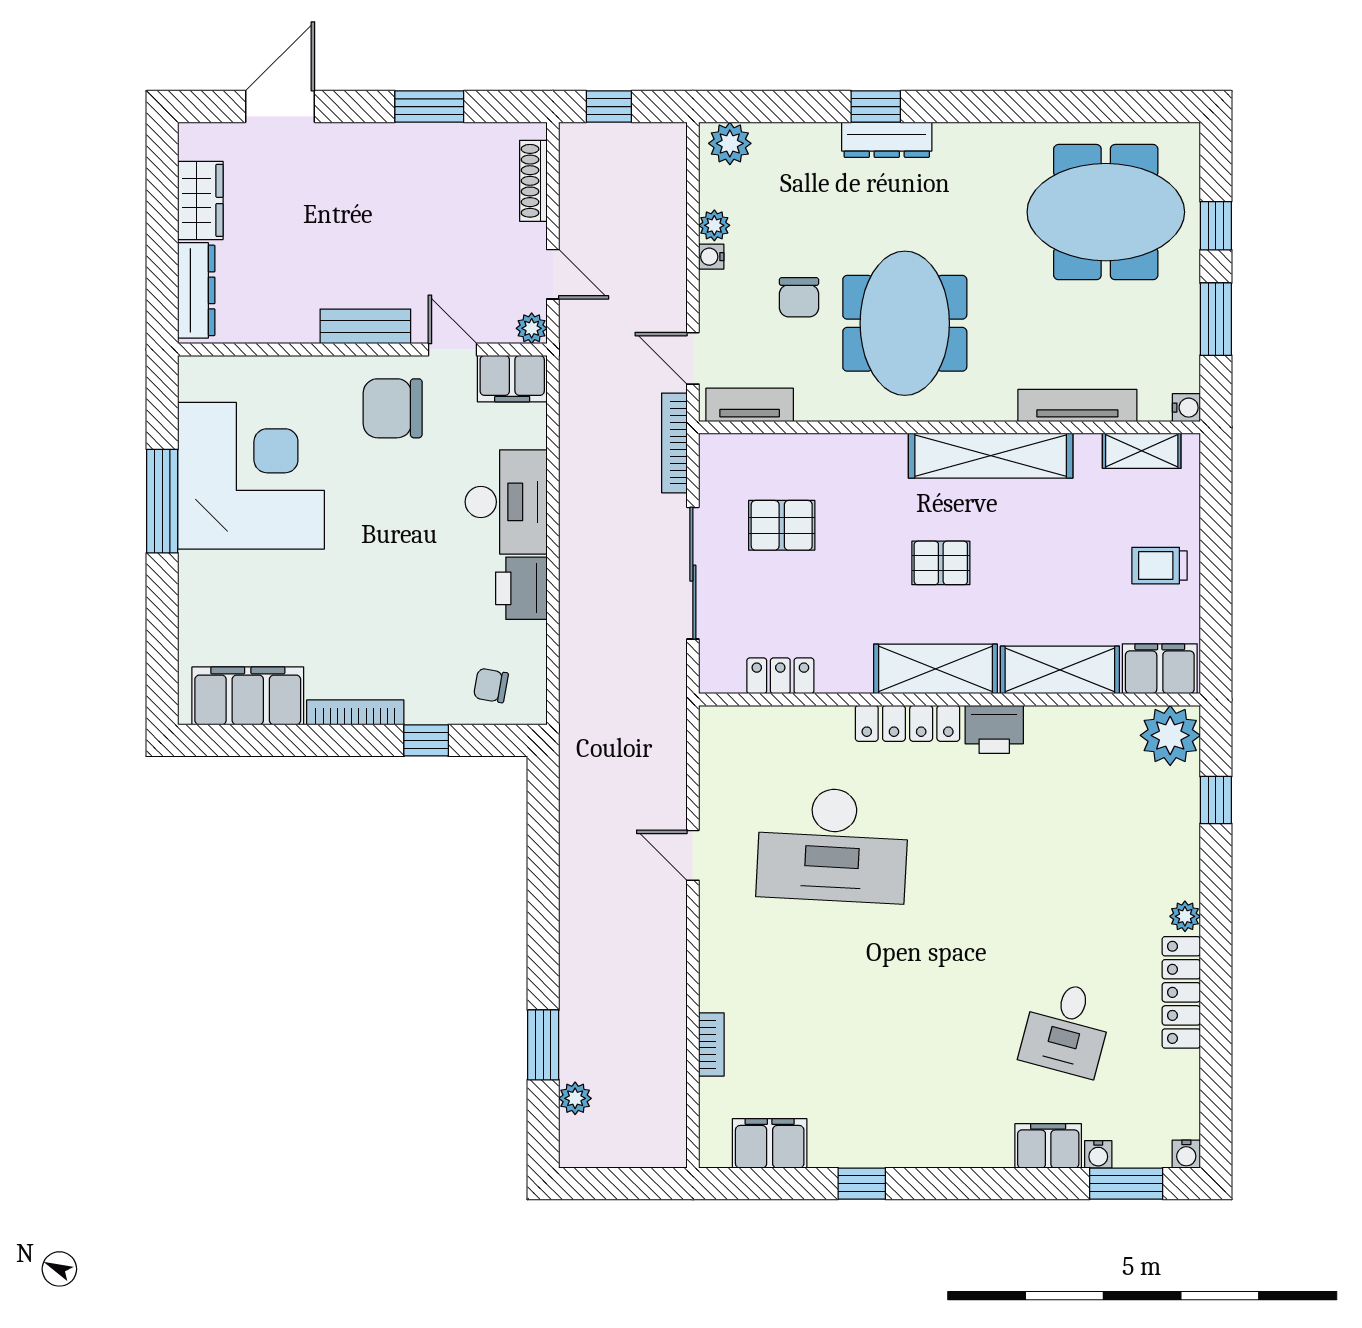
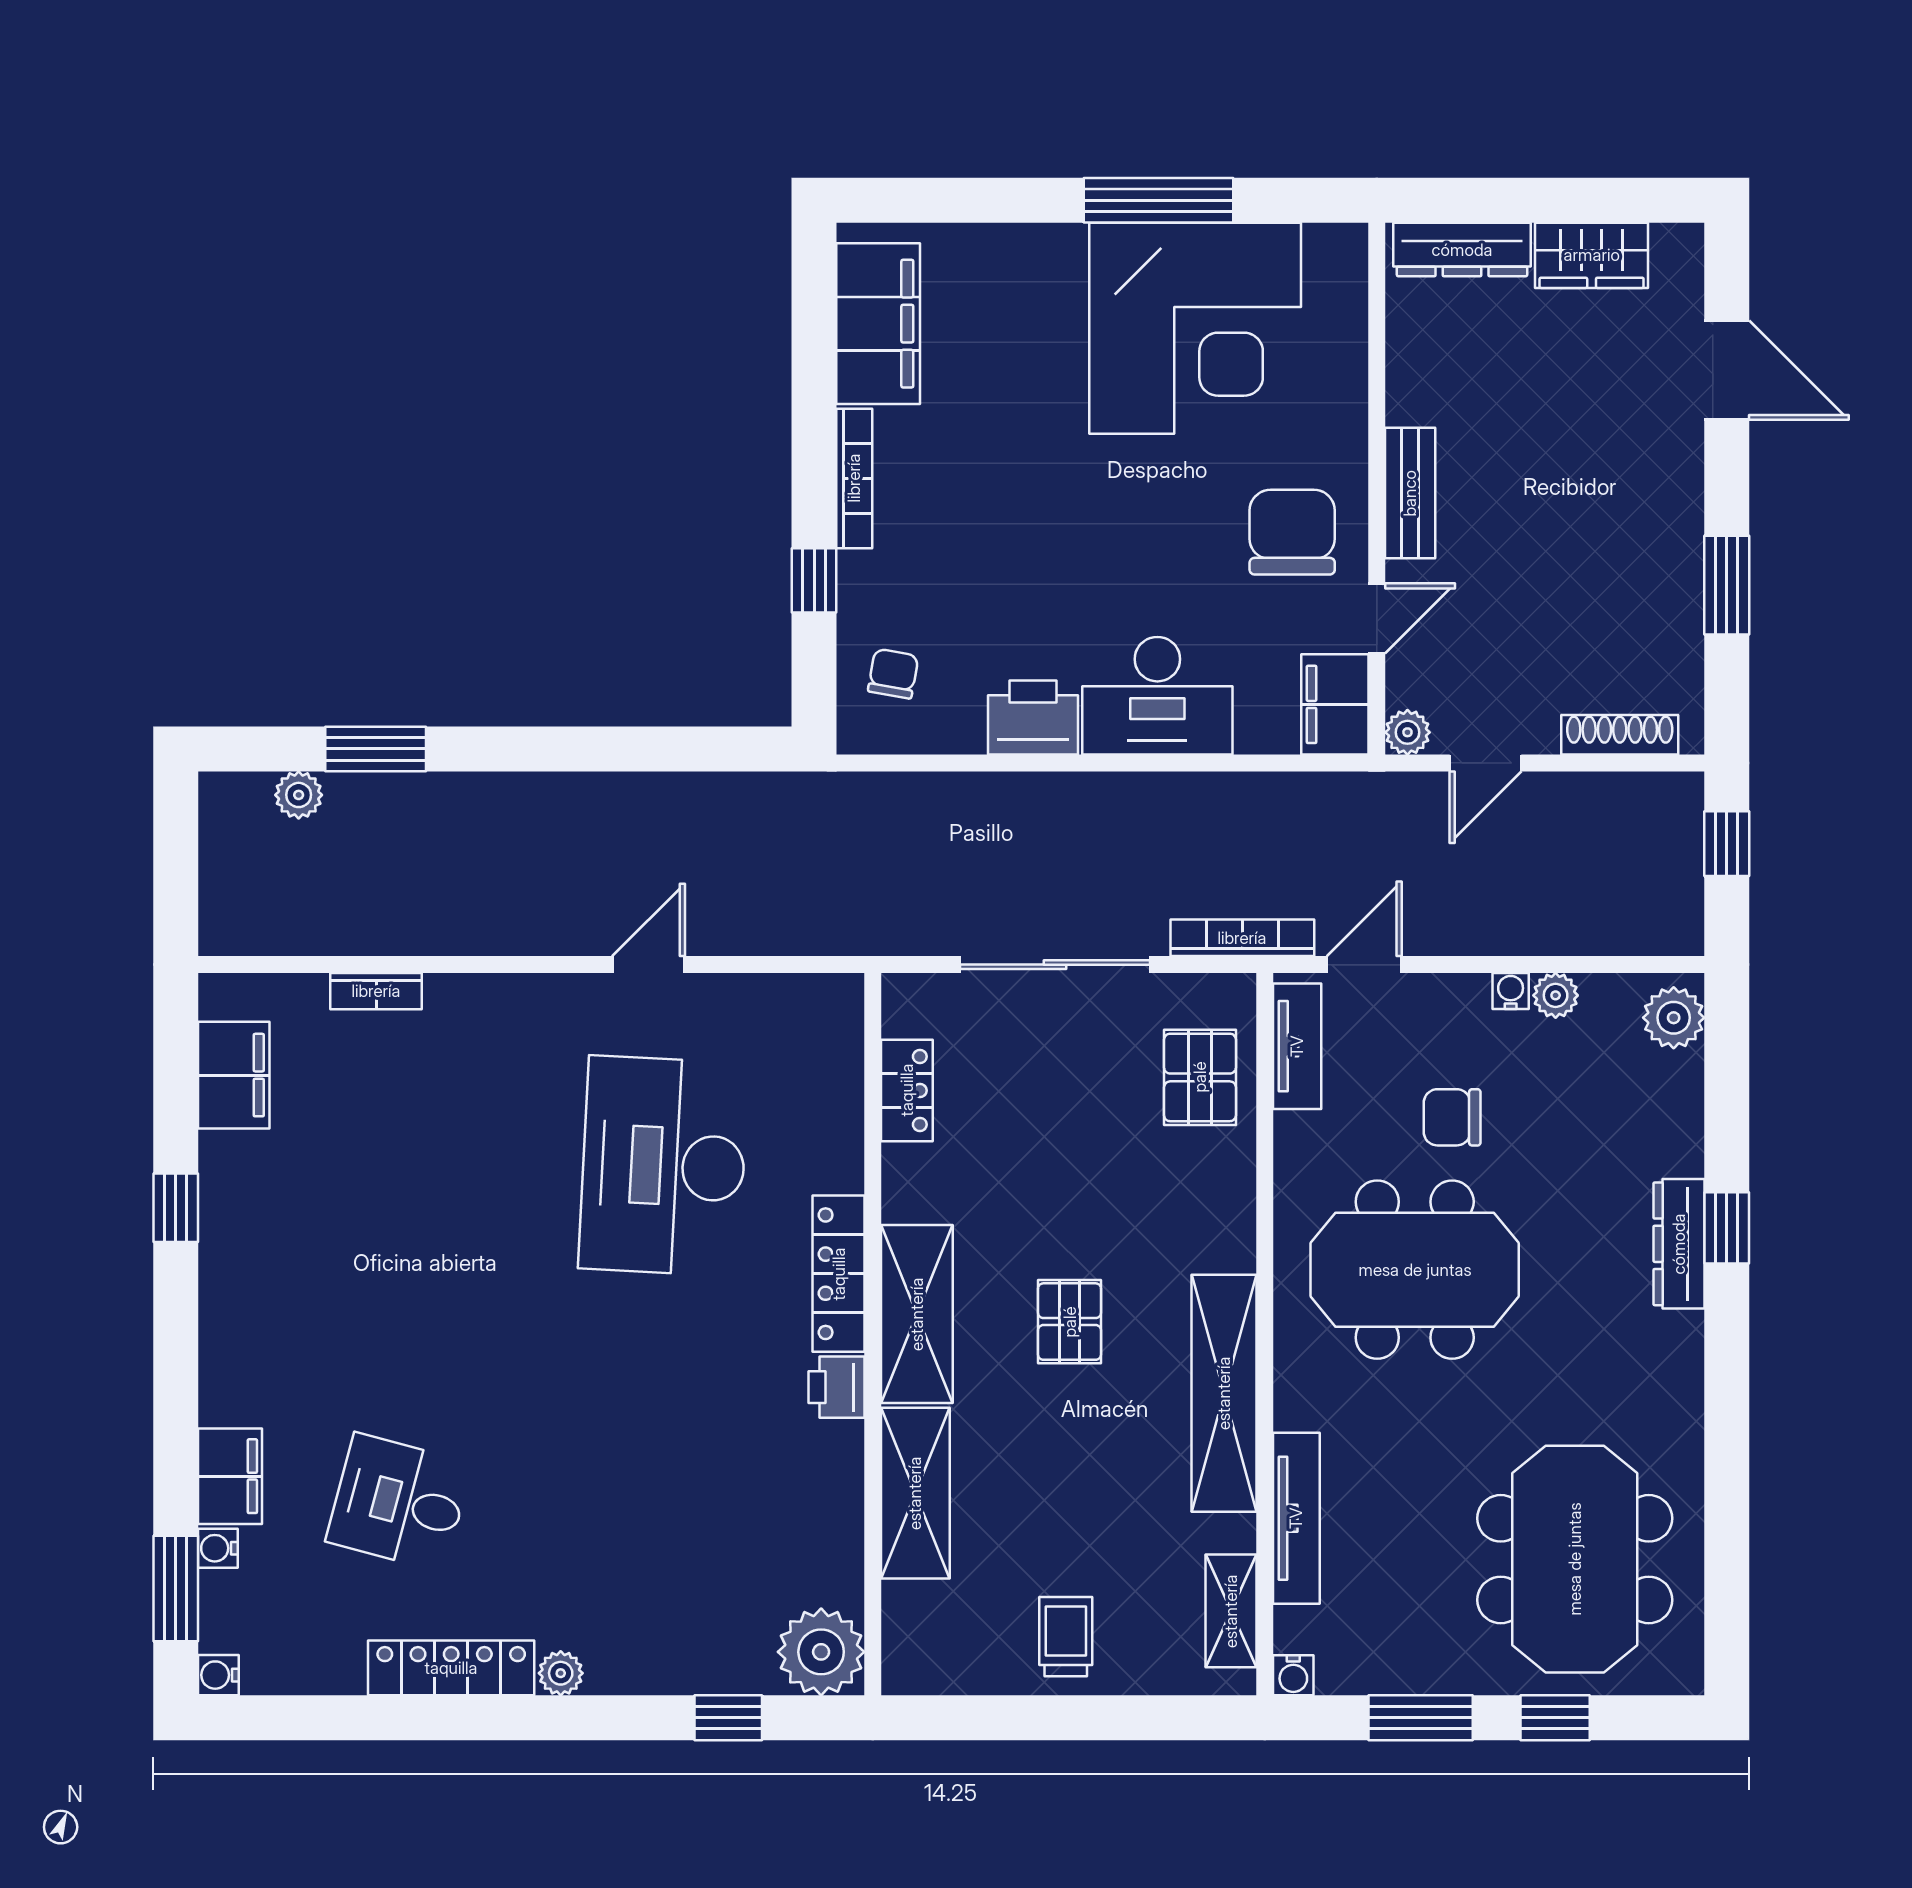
pallet: (782, 525) -> (1200, 1077), moved
filing cabinet: (1160, 669) -> (917, 1637), removed
printer: (994, 729) -> (836, 1387), width x0.73, depth x0.81

